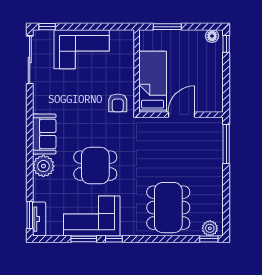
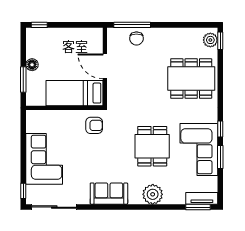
floor lamp: (212, 36) -> (32, 65), moved
sofa: (44, 134) -> (109, 194), moved
chair: (211, 149) -> (136, 38), added

